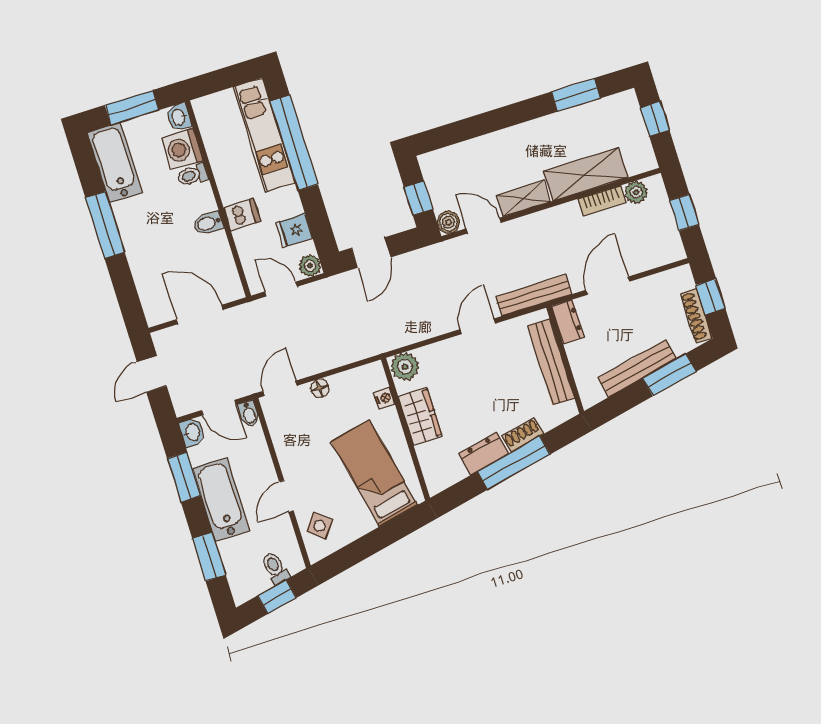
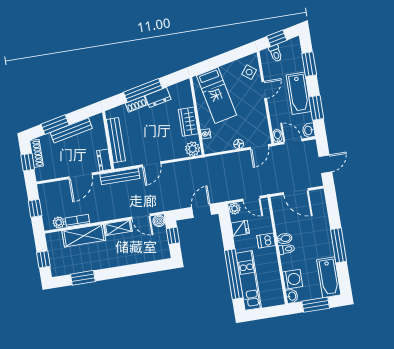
toilet: (192, 175) -> (287, 249), moved

